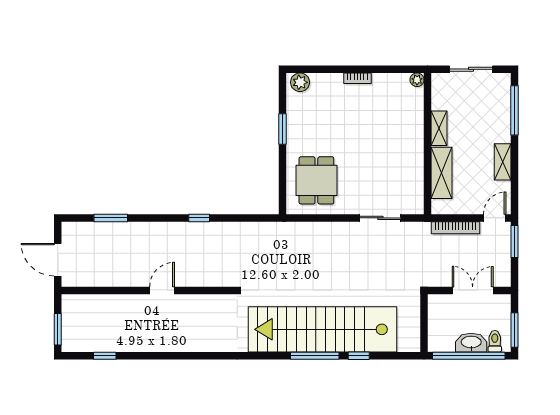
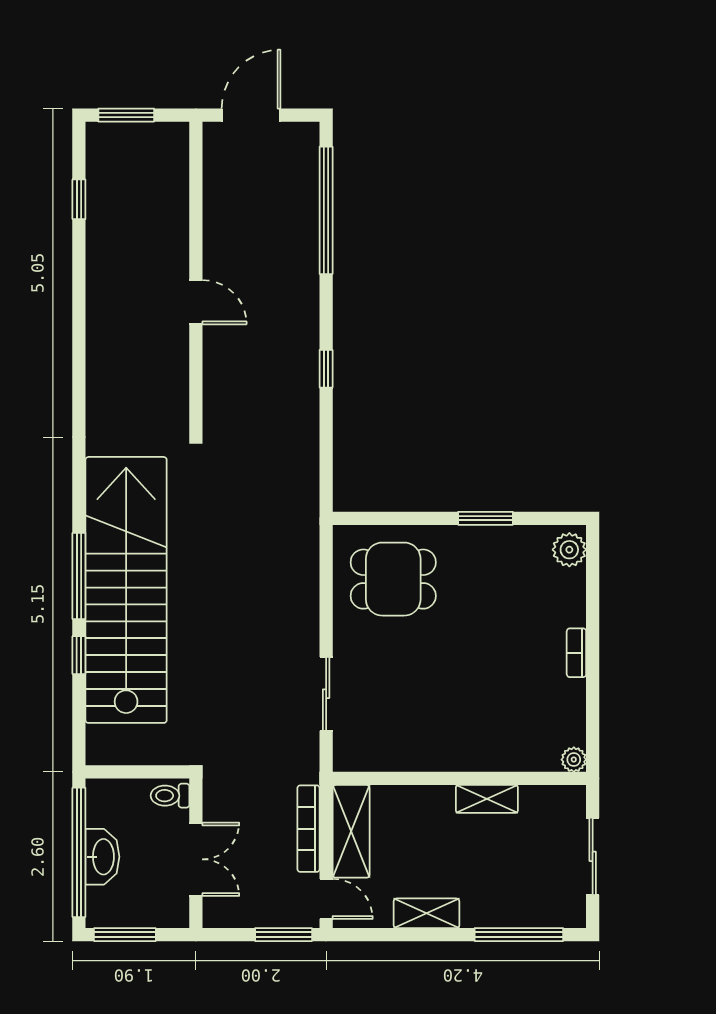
shelving: (442, 173) -> (351, 831), moved, turned 90
window: (111, 218) -> (326, 210), width x2.11
toilet: (495, 341) -> (170, 796), moved, turned 180

